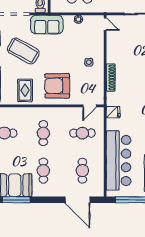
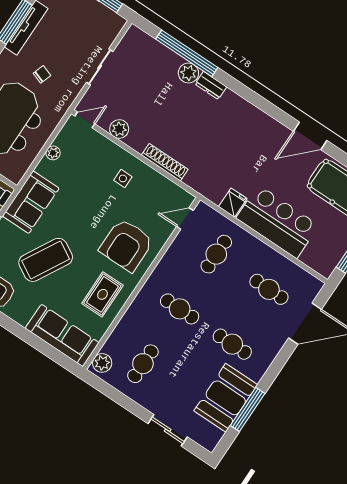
plant: (112, 44) -> (119, 129), added
rug: (25, 90) -> (102, 294), turned 90
door: (90, 106) -> (185, 218), swing flipped
fridge: (113, 112) -> (233, 203), moved
bar counter: (119, 160) -> (277, 222), width x0.73

